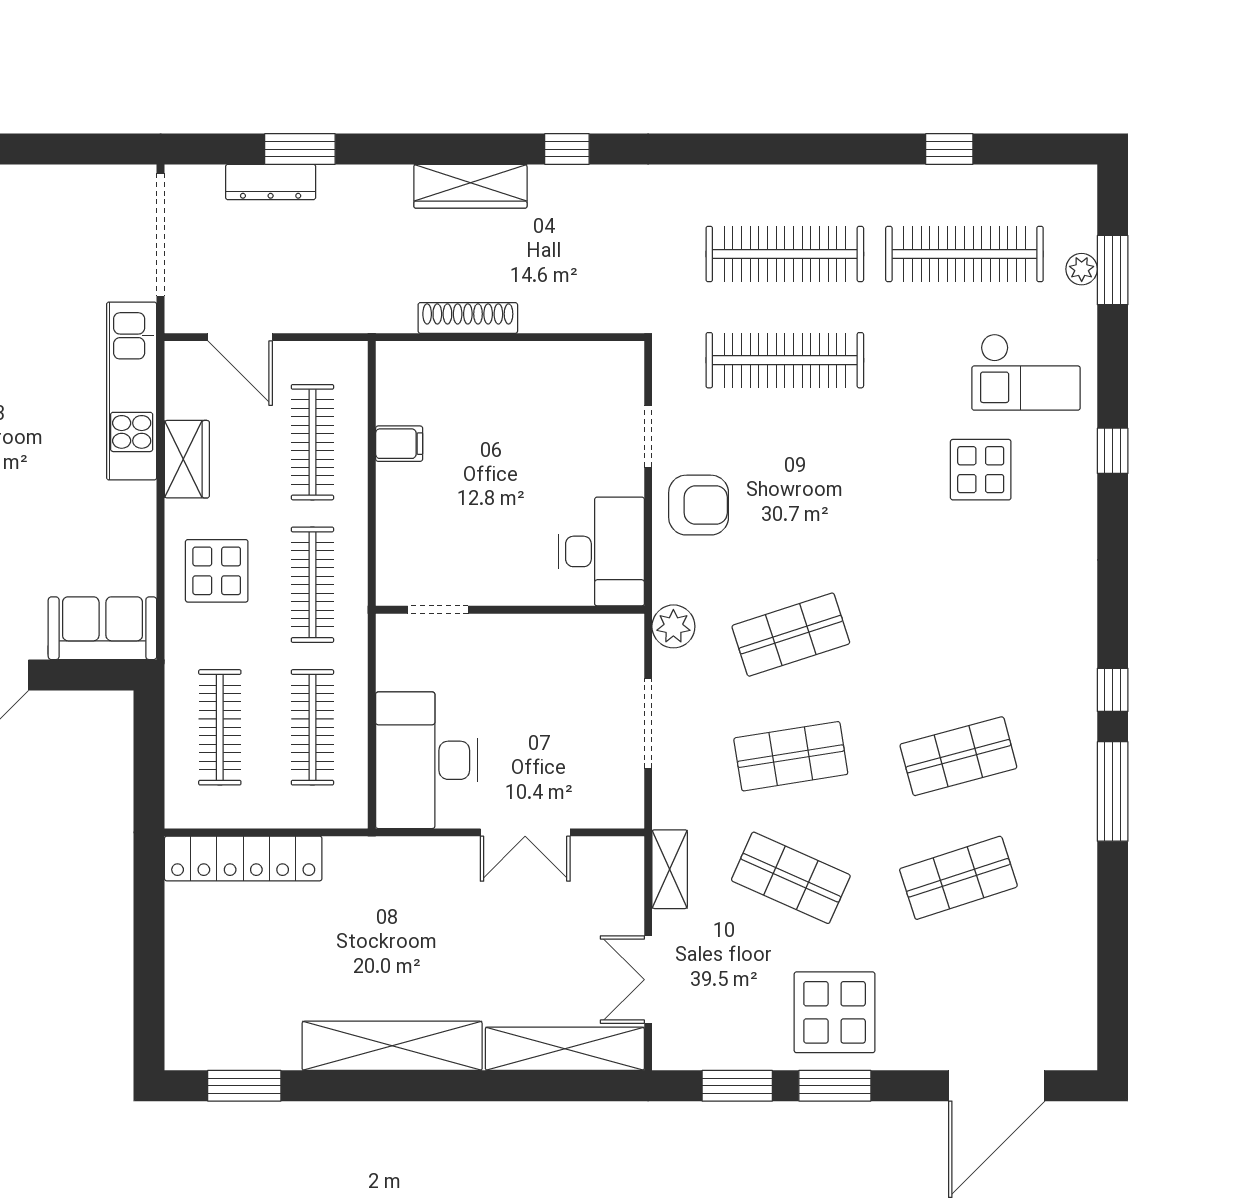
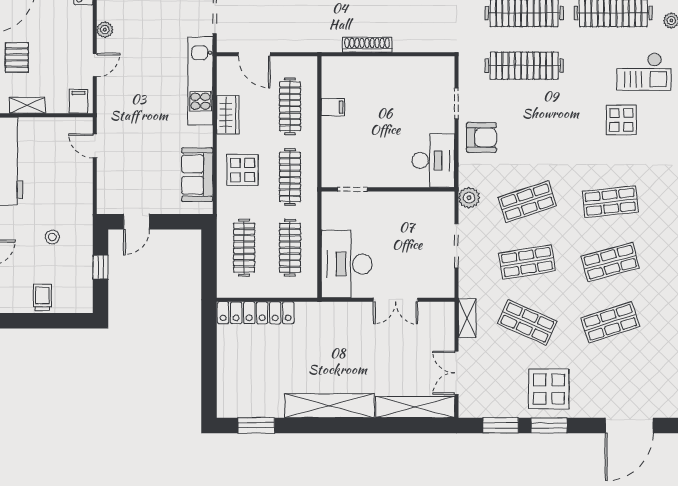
sofa: (102, 628) -> (197, 175), moved, turned -90
shop shelf: (958, 635) -> (610, 202), added

